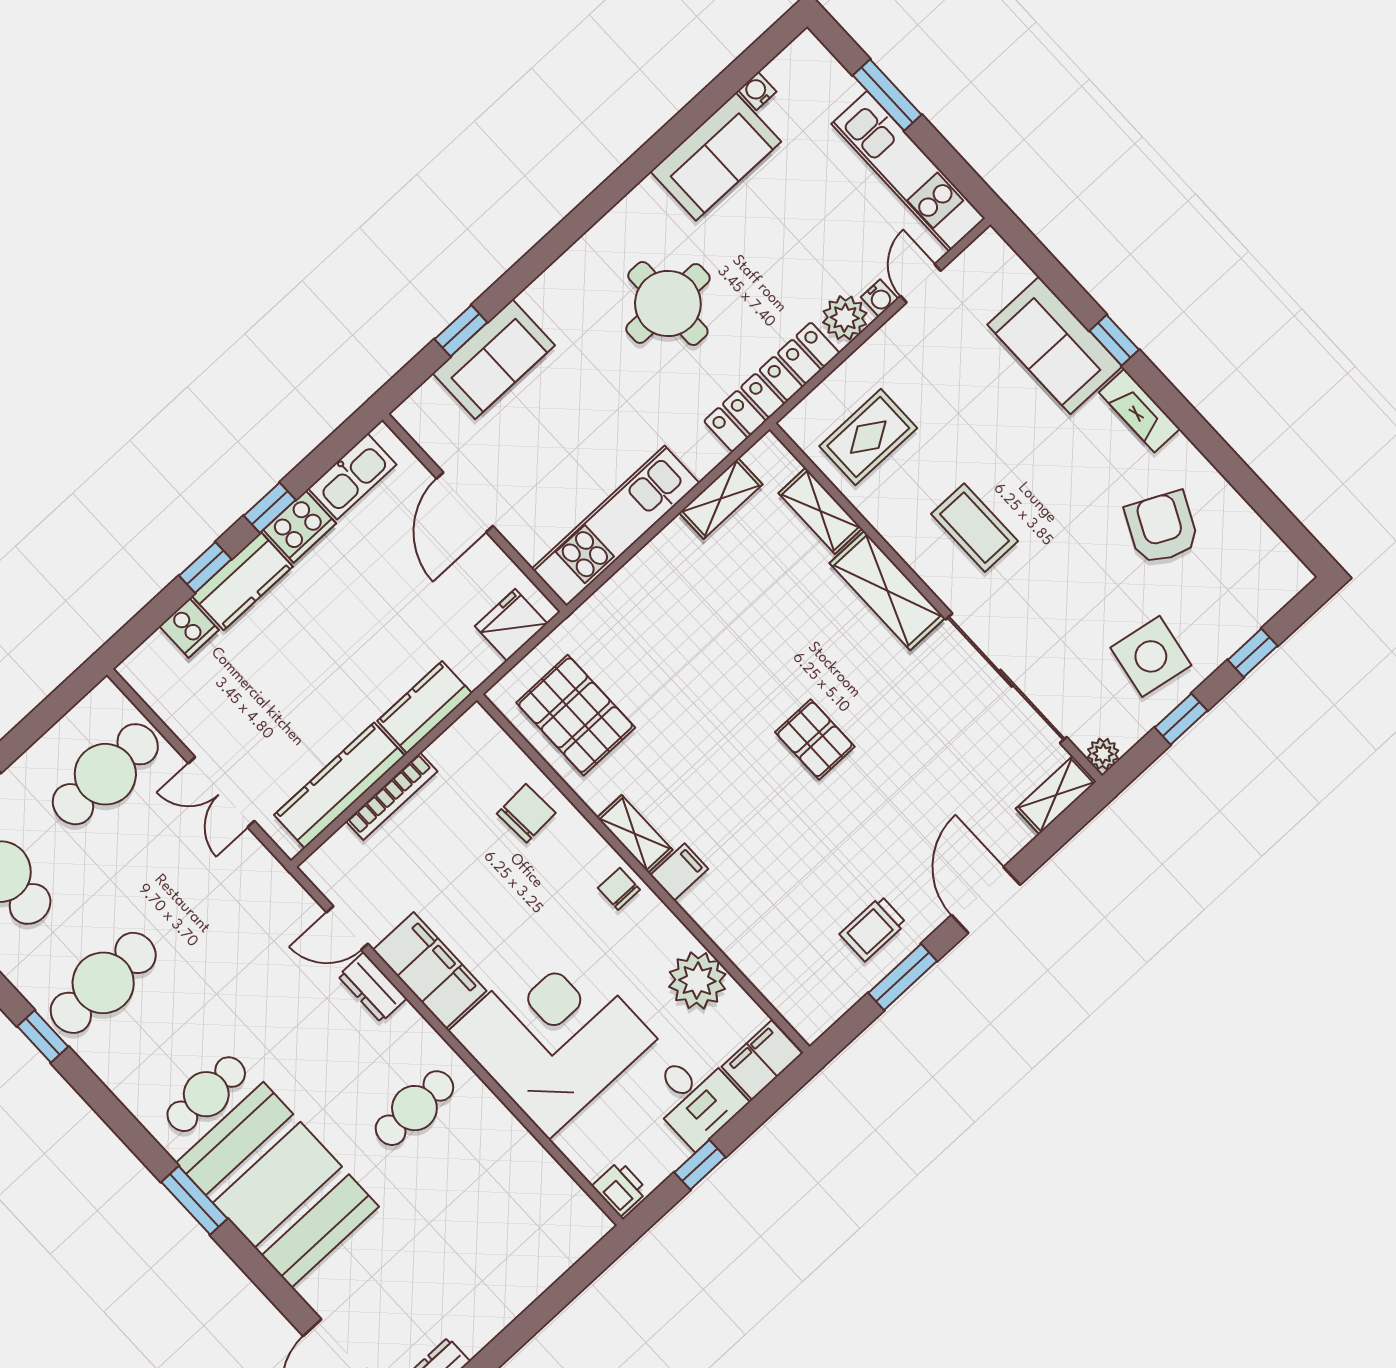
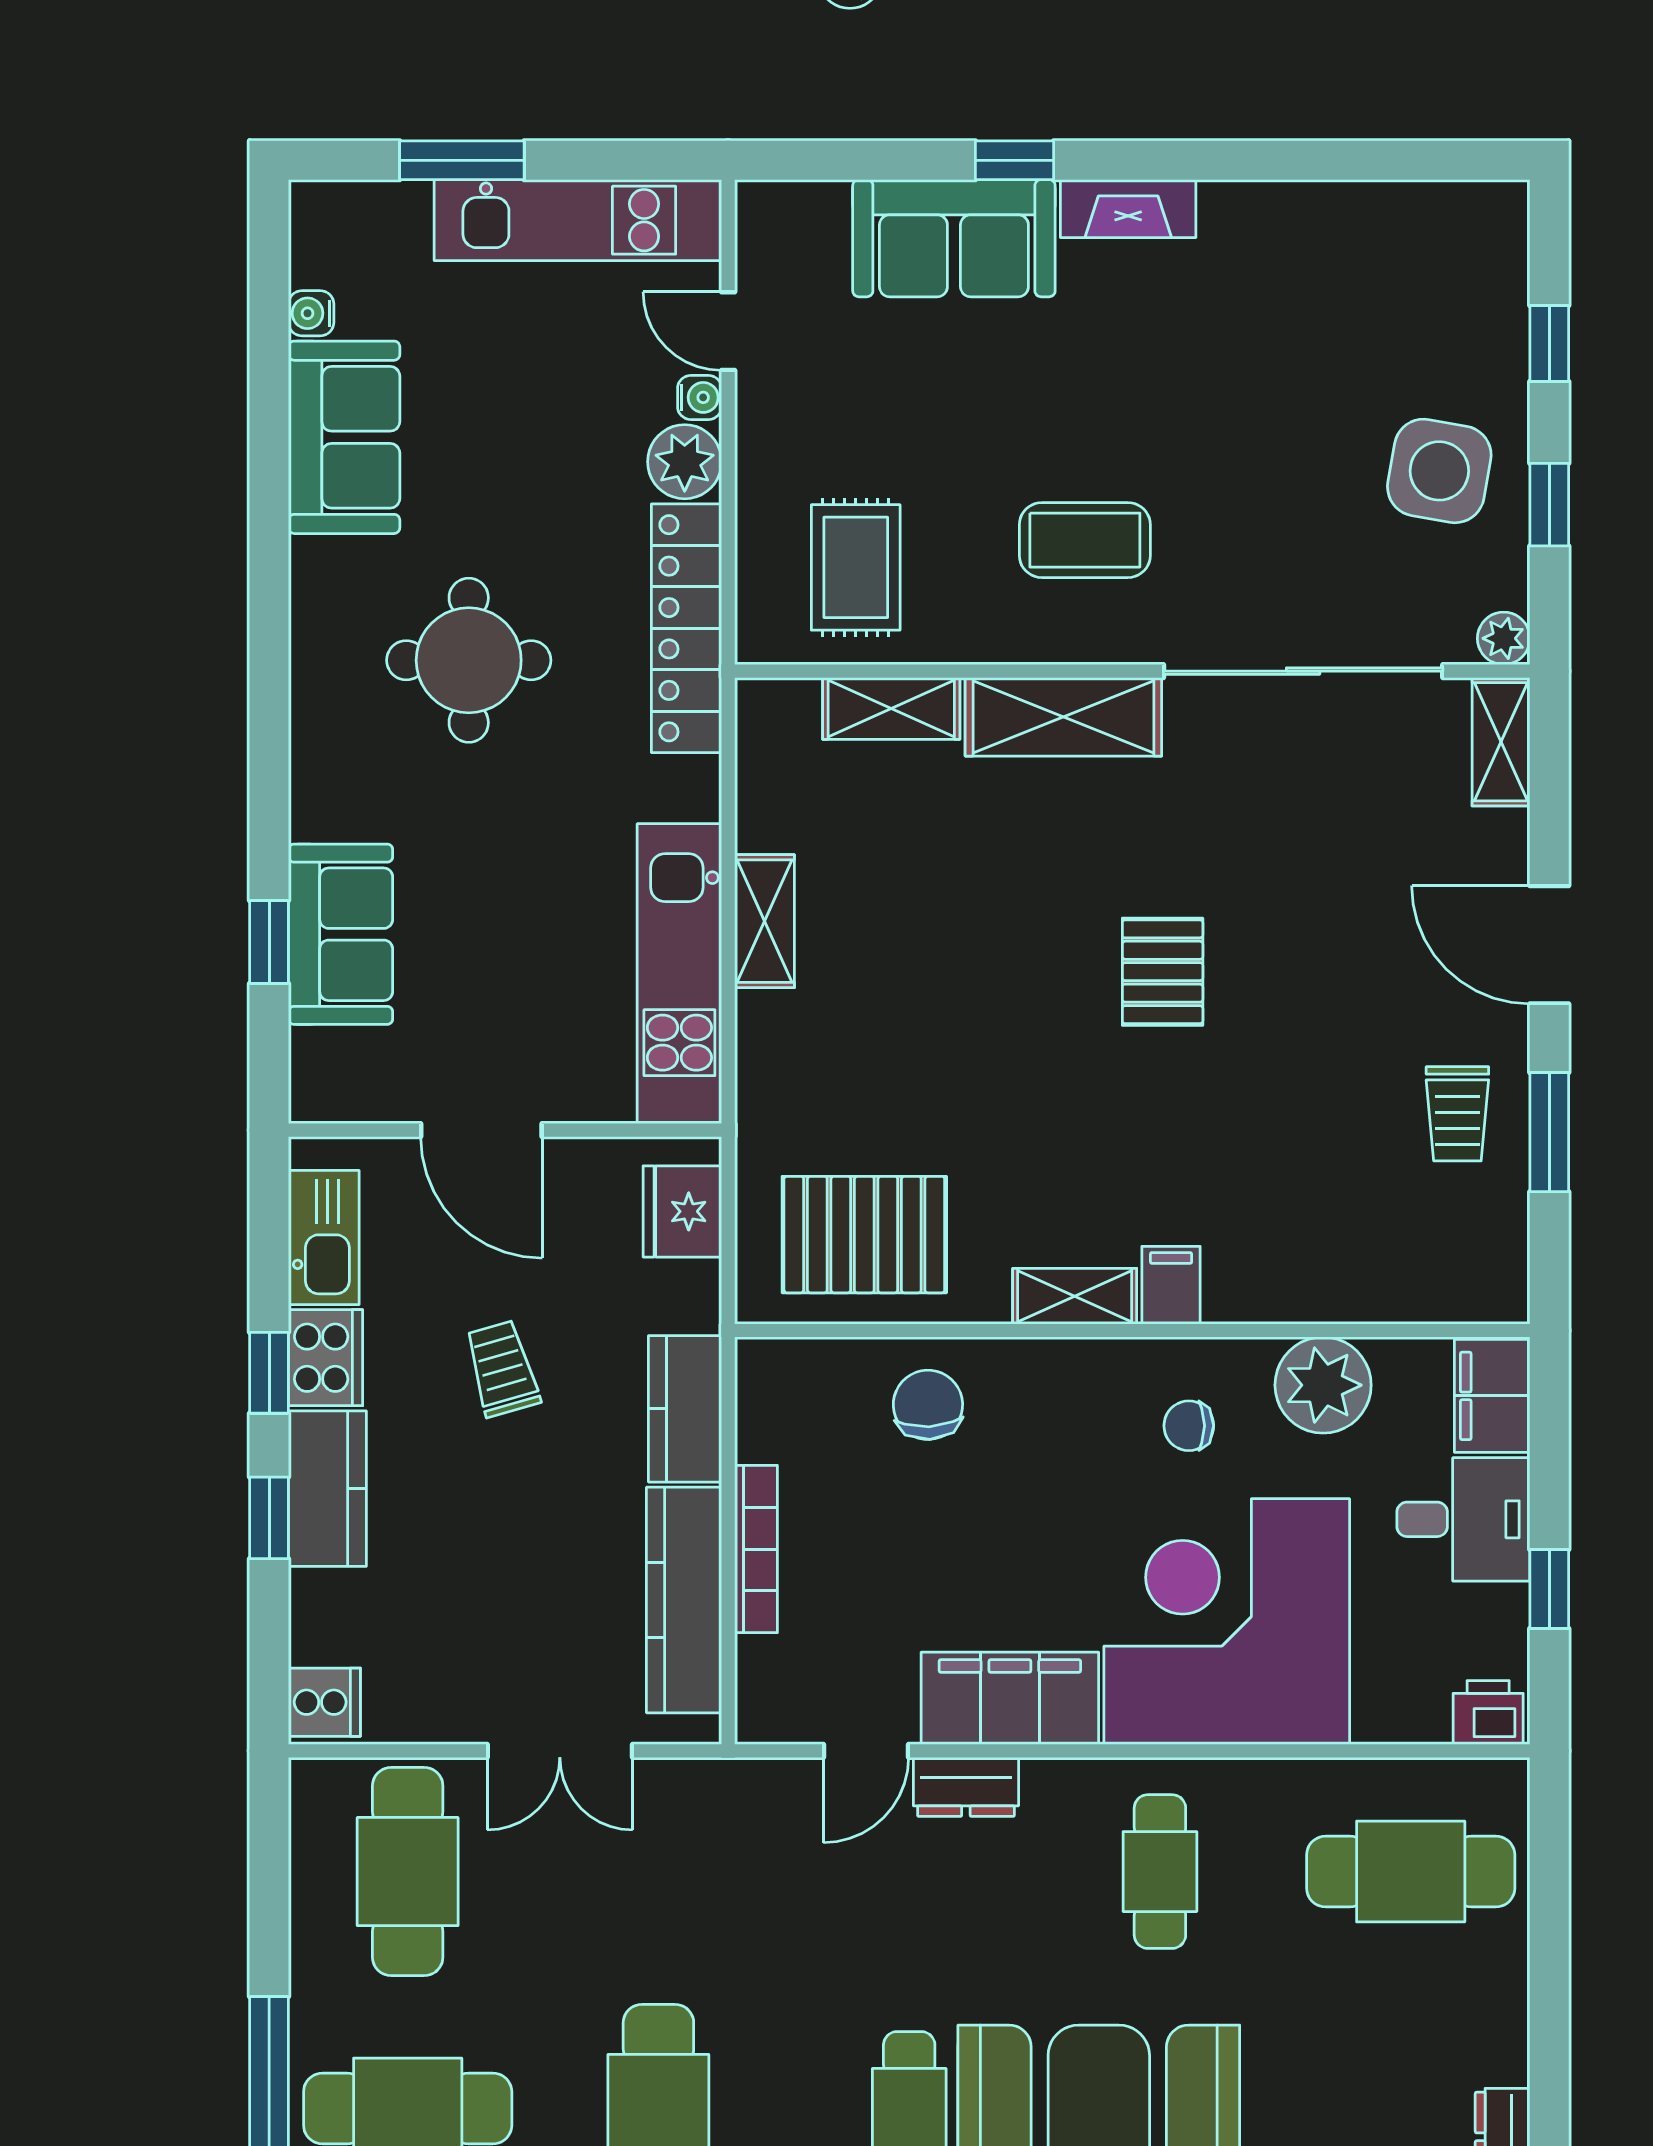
shelving: (721, 498) -> (765, 921), moved
armchair: (1162, 528) -> (1295, 313), removed
trolley: (367, 609) -> (502, 1369), added
cooker: (189, 628) -> (324, 1702), moved
pallet: (815, 739) -> (1163, 972), turned 90
chair: (619, 889) -> (1189, 1426), moved
cafe table: (518, 1219) -> (1411, 1872), added

